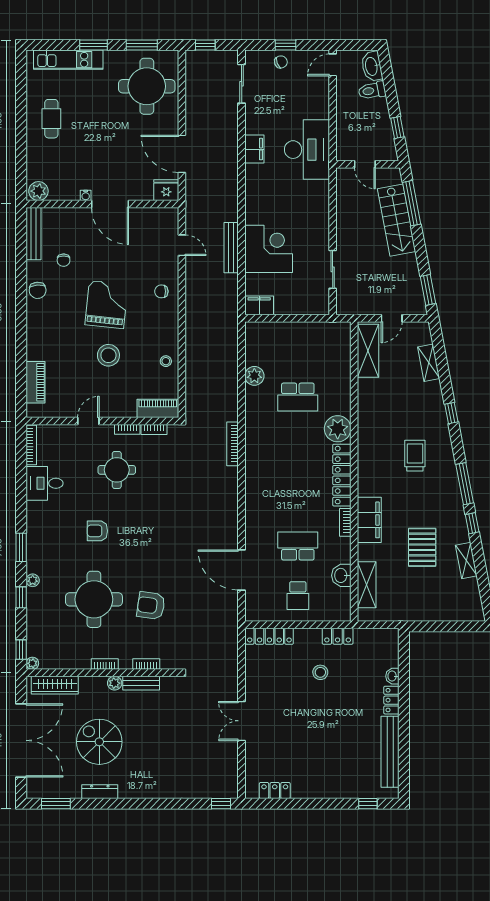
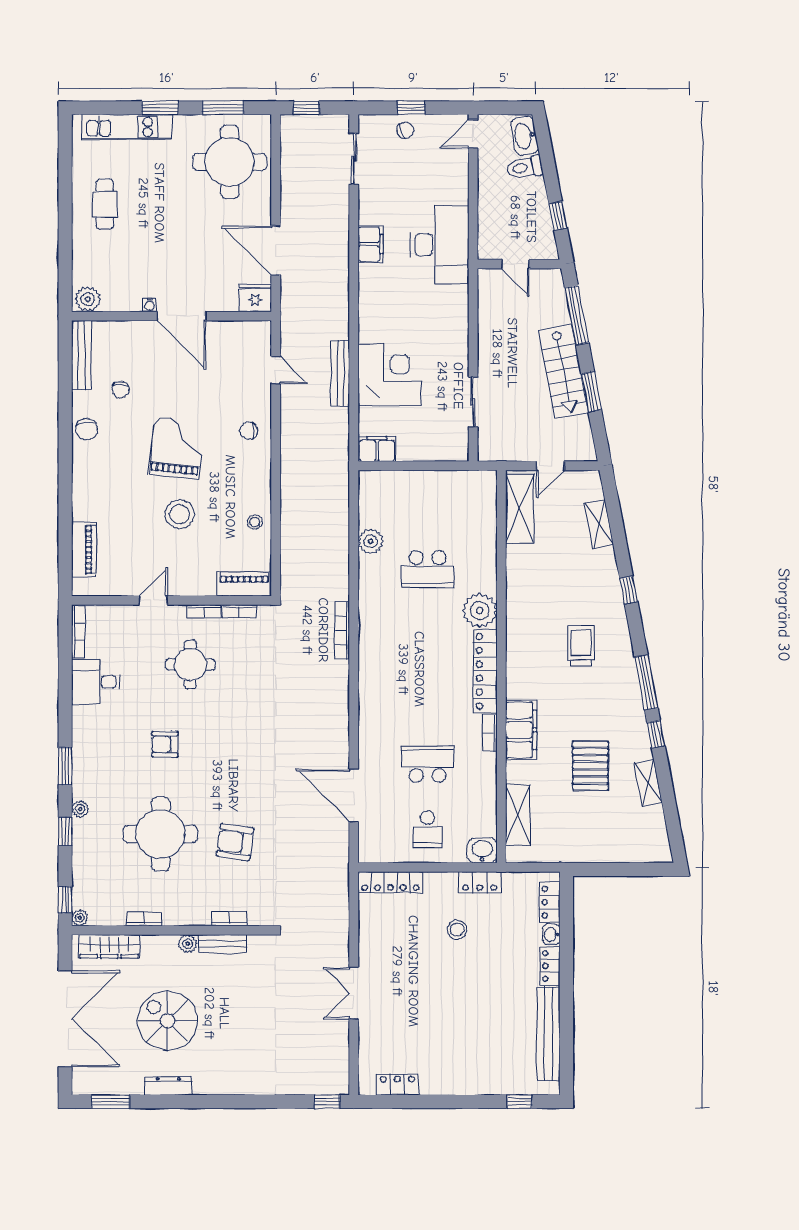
stairs: (397, 220) -> (563, 372), moved
window: (428, 290) -> (591, 392), moved
washbasin: (341, 575) -> (482, 850), moved, turned 90
locker: (391, 651) -> (550, 902), added
bookcase: (105, 664) -> (144, 919), moved

